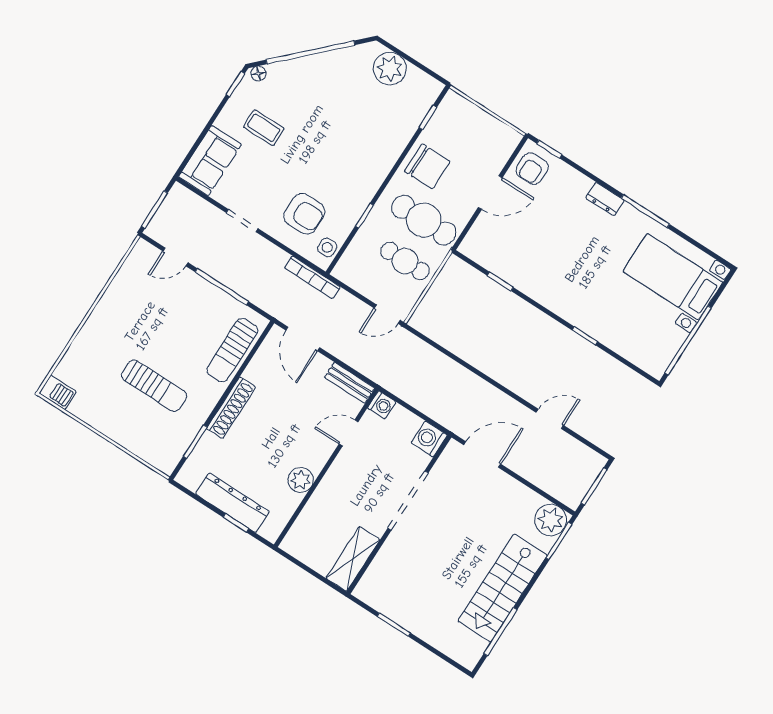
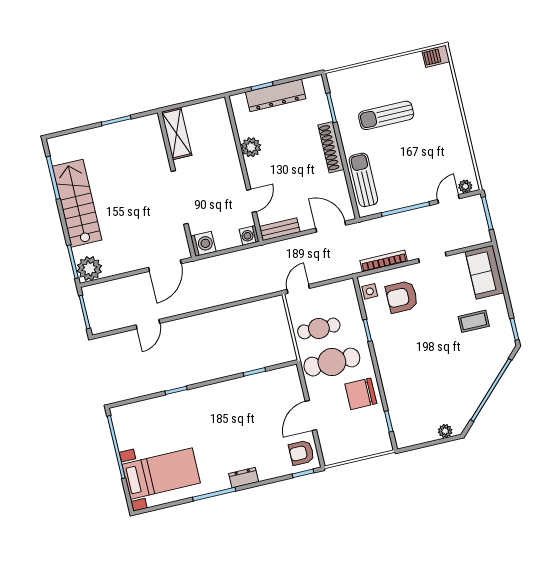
plant: (390, 69) -> (445, 431), width x0.53, depth x0.53
floor lamp: (258, 74) -> (508, 348), removed
armchair: (532, 169) -> (301, 453), turned -90
plant: (149, 253) -> (465, 186), added
bookcase: (312, 277) -> (384, 261), moved

